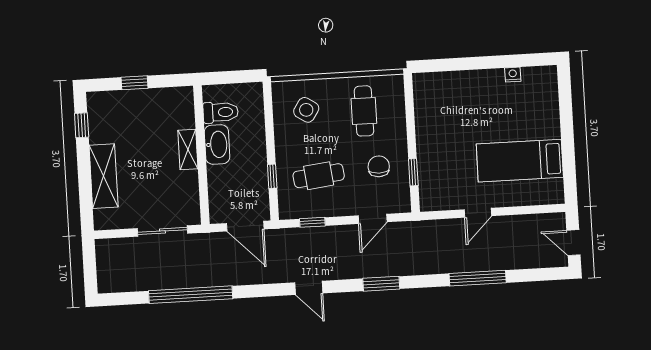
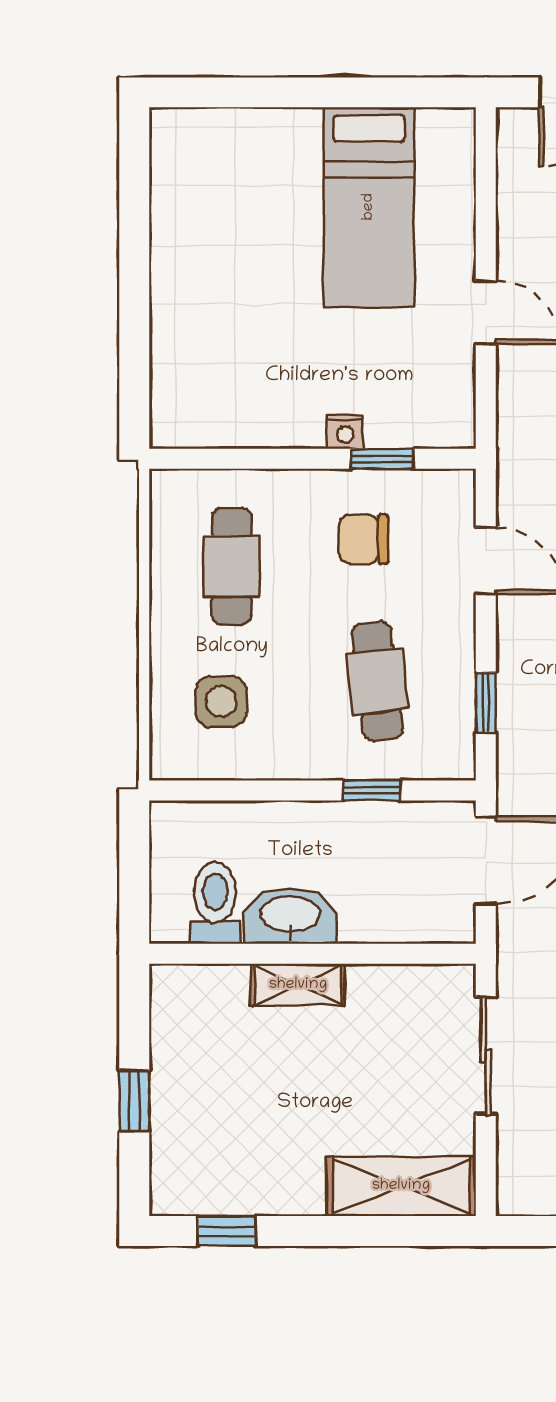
nightstand: (513, 75) -> (345, 432), moved, turned -90
side table: (306, 110) -> (221, 702), turned -33
cafe table: (364, 111) -> (231, 566), turned 90
shelving: (104, 176) -> (401, 1186), moved

